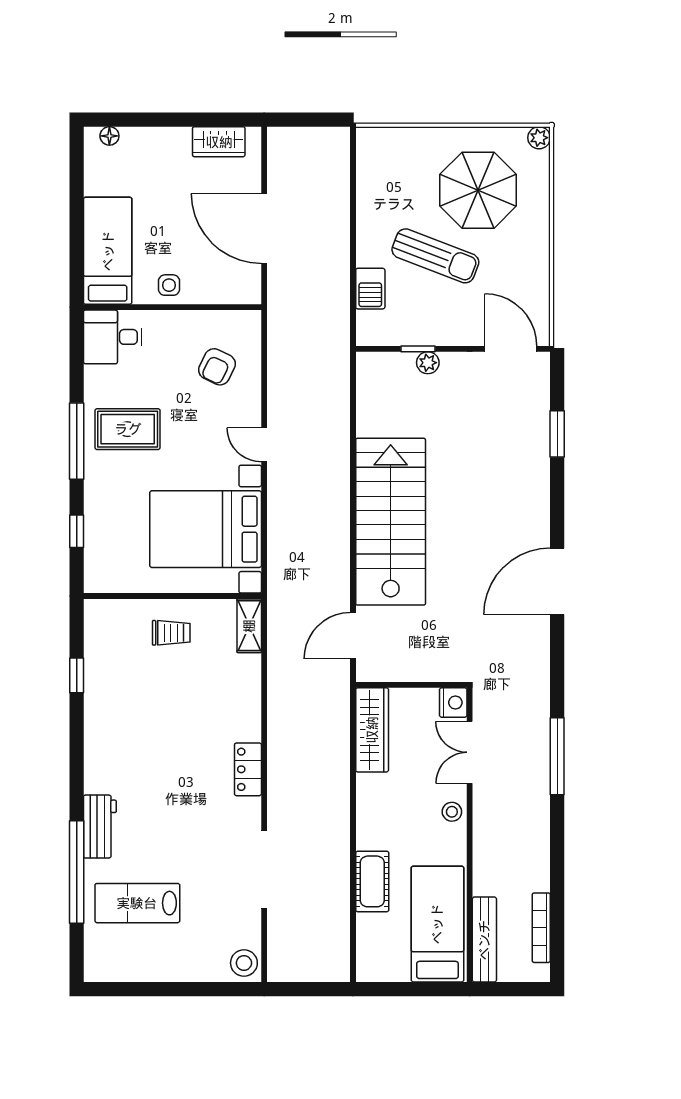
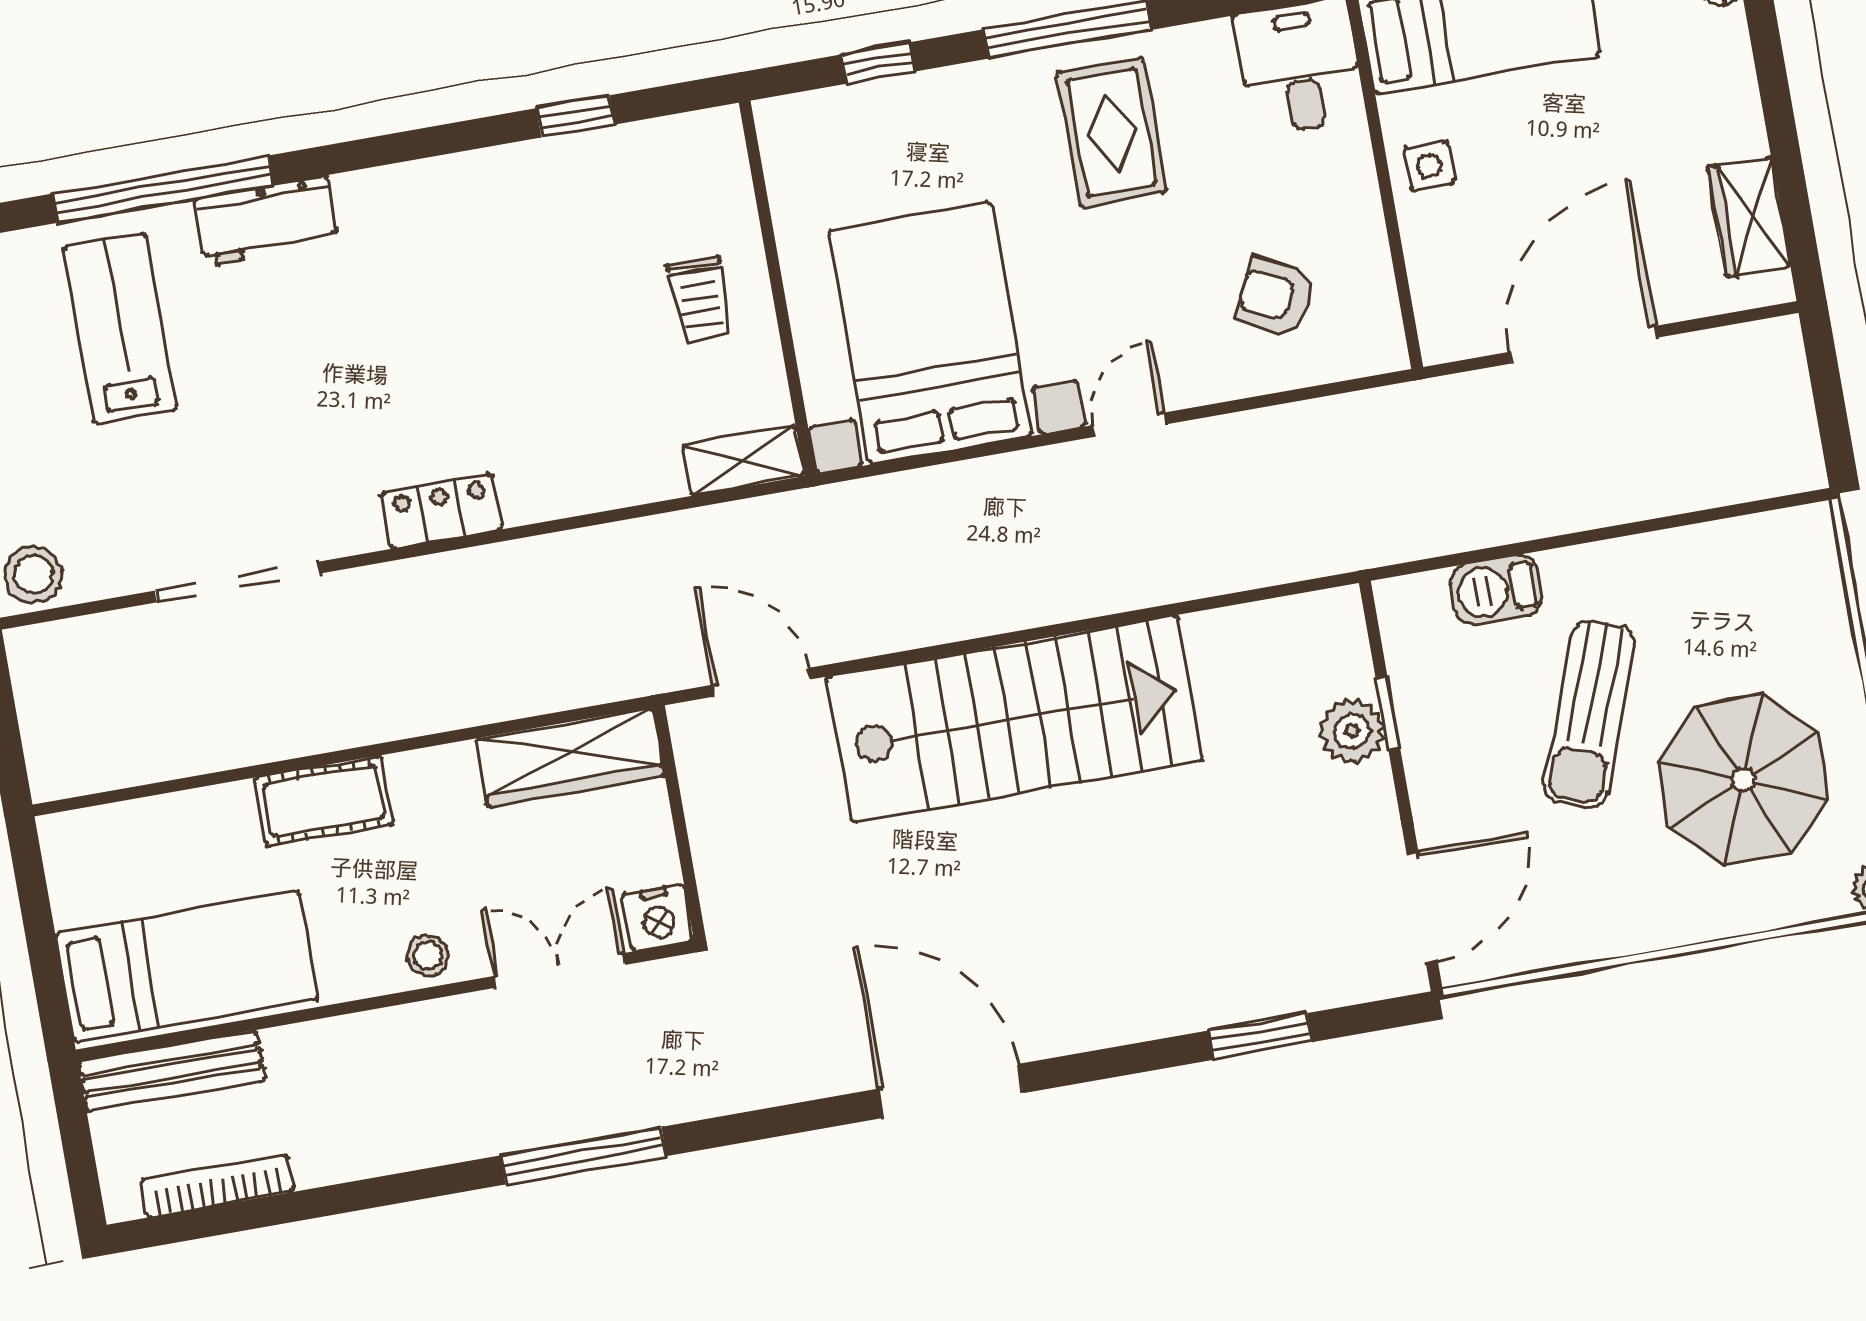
plant: (428, 363) -> (1352, 731), width x1.38, depth x1.38
cot: (372, 881) -> (324, 801), moved

